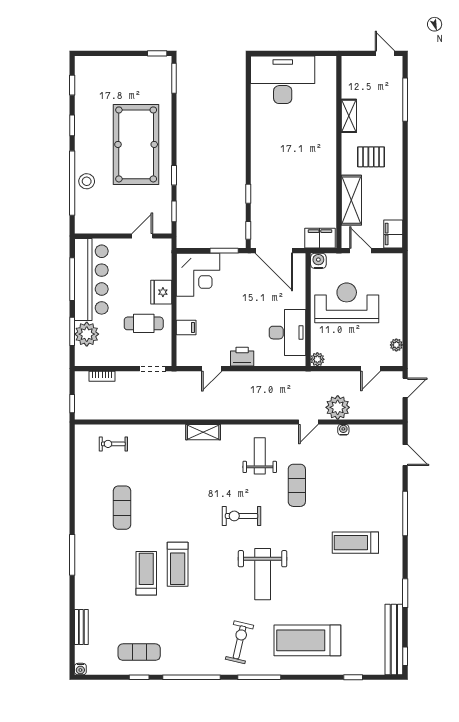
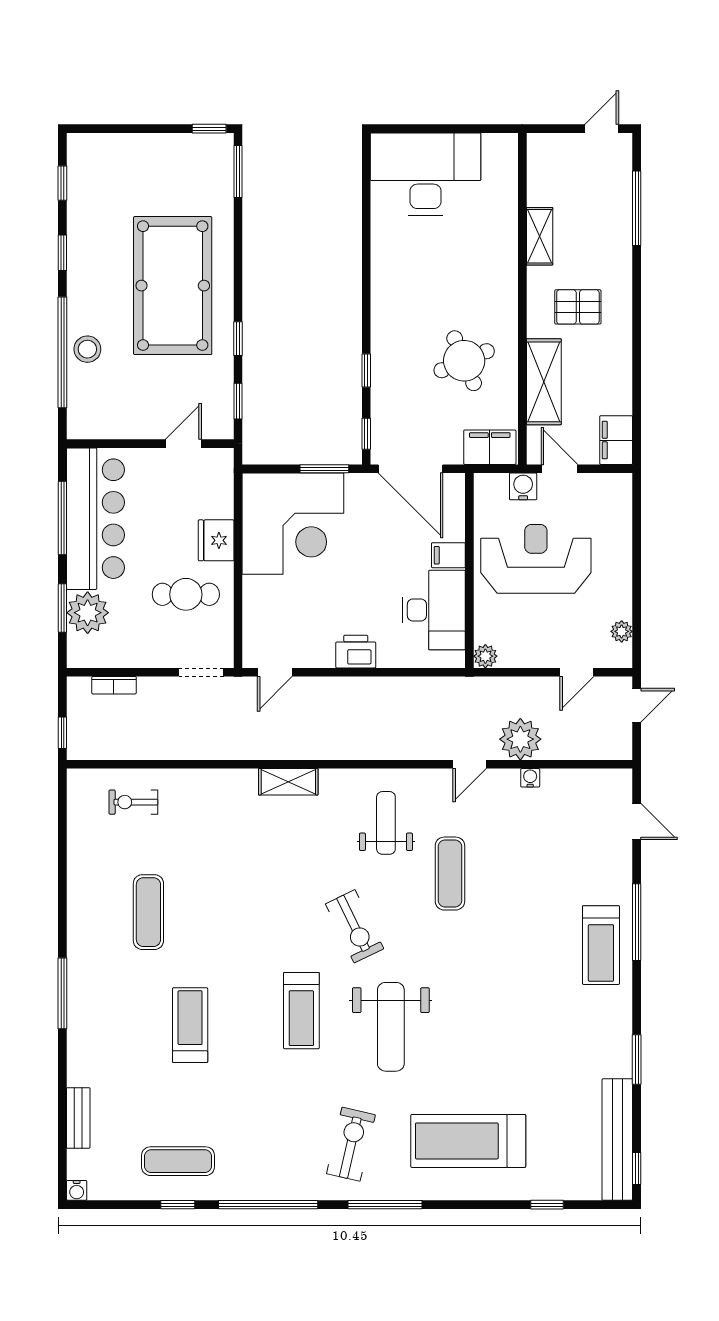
door: (385, 53) -> (602, 129), hinge flipped
round table: (305, 188) -> (464, 361), added
water cooler: (318, 261) -> (523, 486), moved
corner desk: (198, 275) -> (293, 524), width x1.36, depth x1.36
filing cabinet: (186, 327) -> (448, 555), moved, turned 180
door: (212, 369) -> (275, 672), moved
exercise bike: (242, 516) -> (355, 926), turned -116
treadmill: (355, 543) -> (601, 945), moved, turned -90
treadmill: (178, 564) -> (301, 1011), moved

